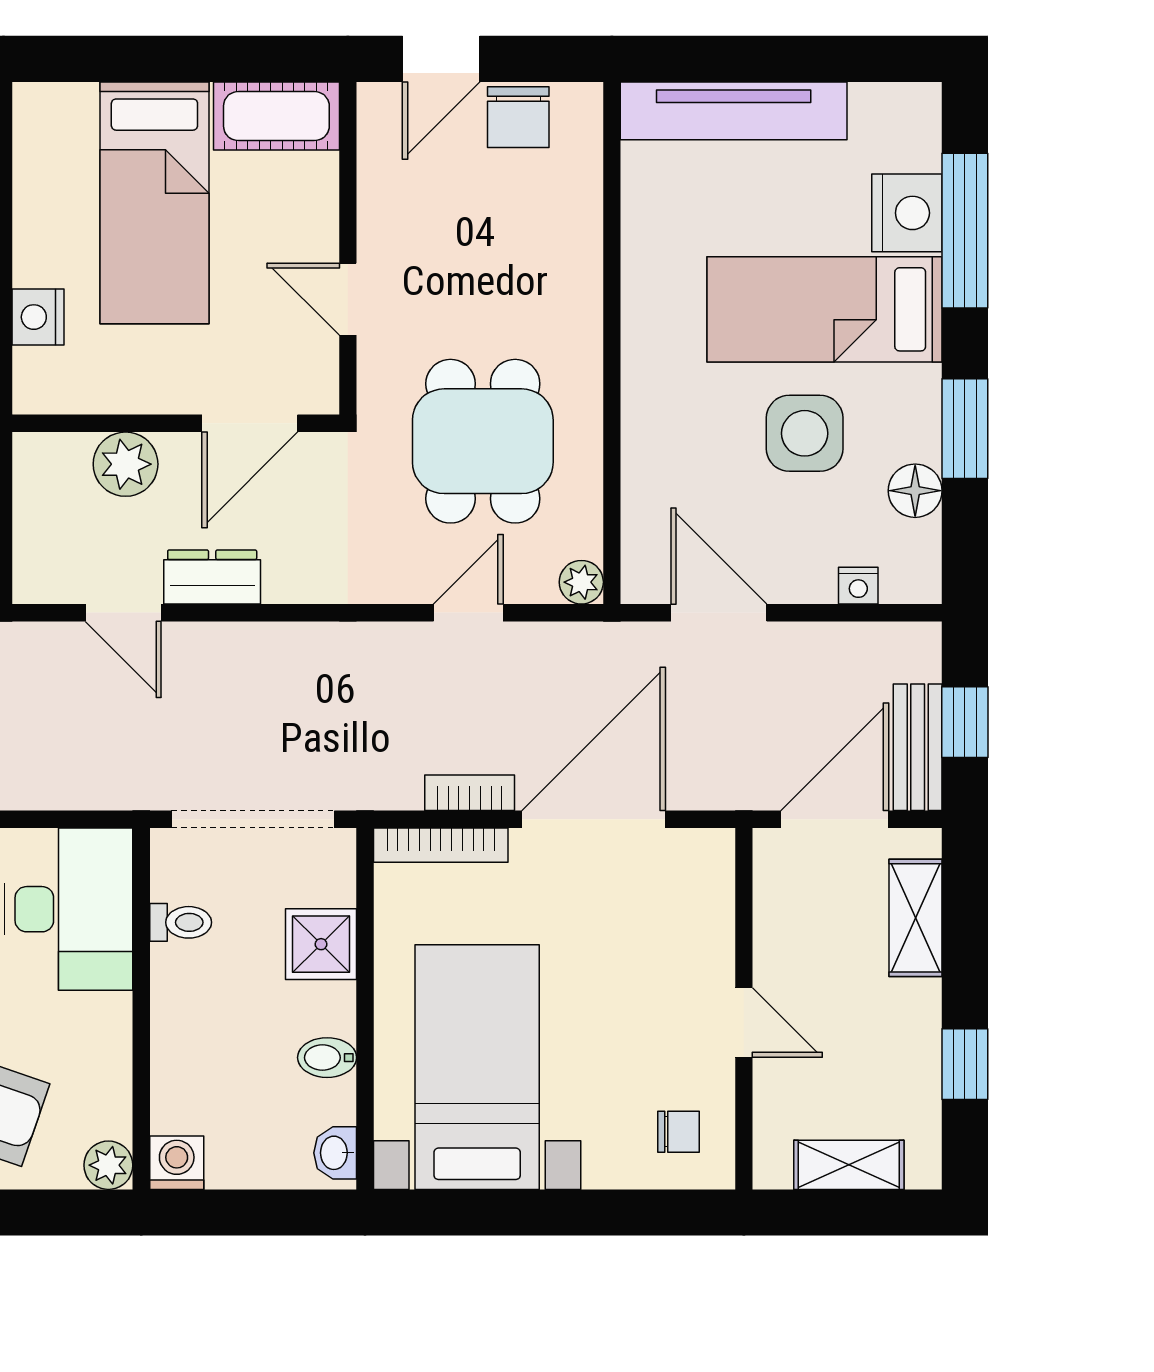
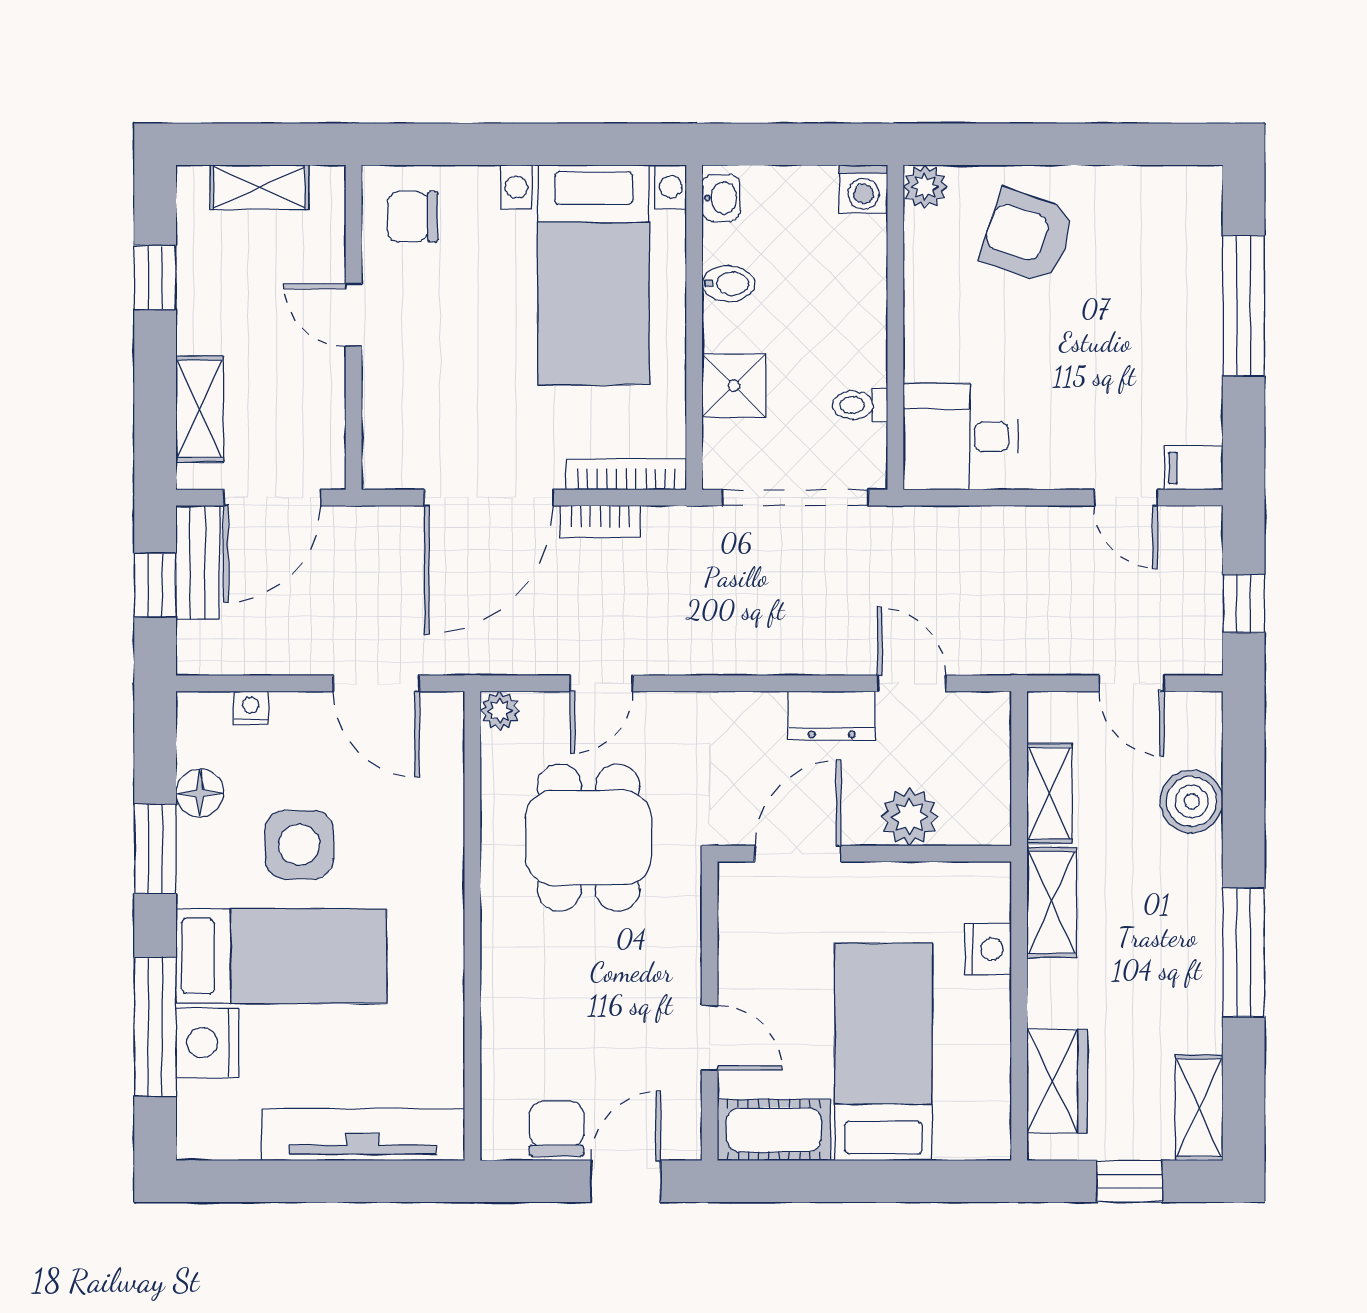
door: (348, 299) -> (710, 1038), moved
desk: (69, 909) -> (961, 437), width x0.73
chair: (679, 1132) -> (412, 217), width x1.37, depth x1.37

